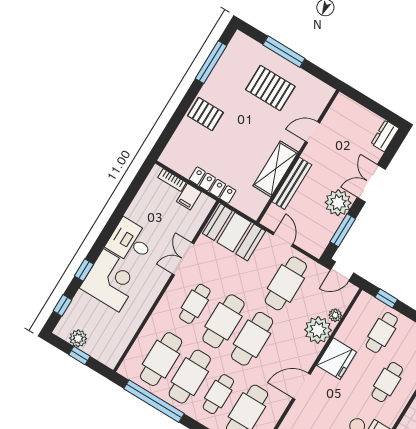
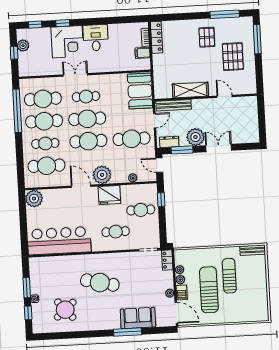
window: (284, 52) -> (257, 39), moved
pallet: (205, 114) -> (207, 37), moved
dresser: (385, 136) -> (169, 142), moved
bench: (292, 183) -> (174, 105), moved
locker: (213, 185) -> (156, 37), moved
double door: (183, 259) -> (75, 75), moved
plant: (318, 330) -> (102, 175), moved

